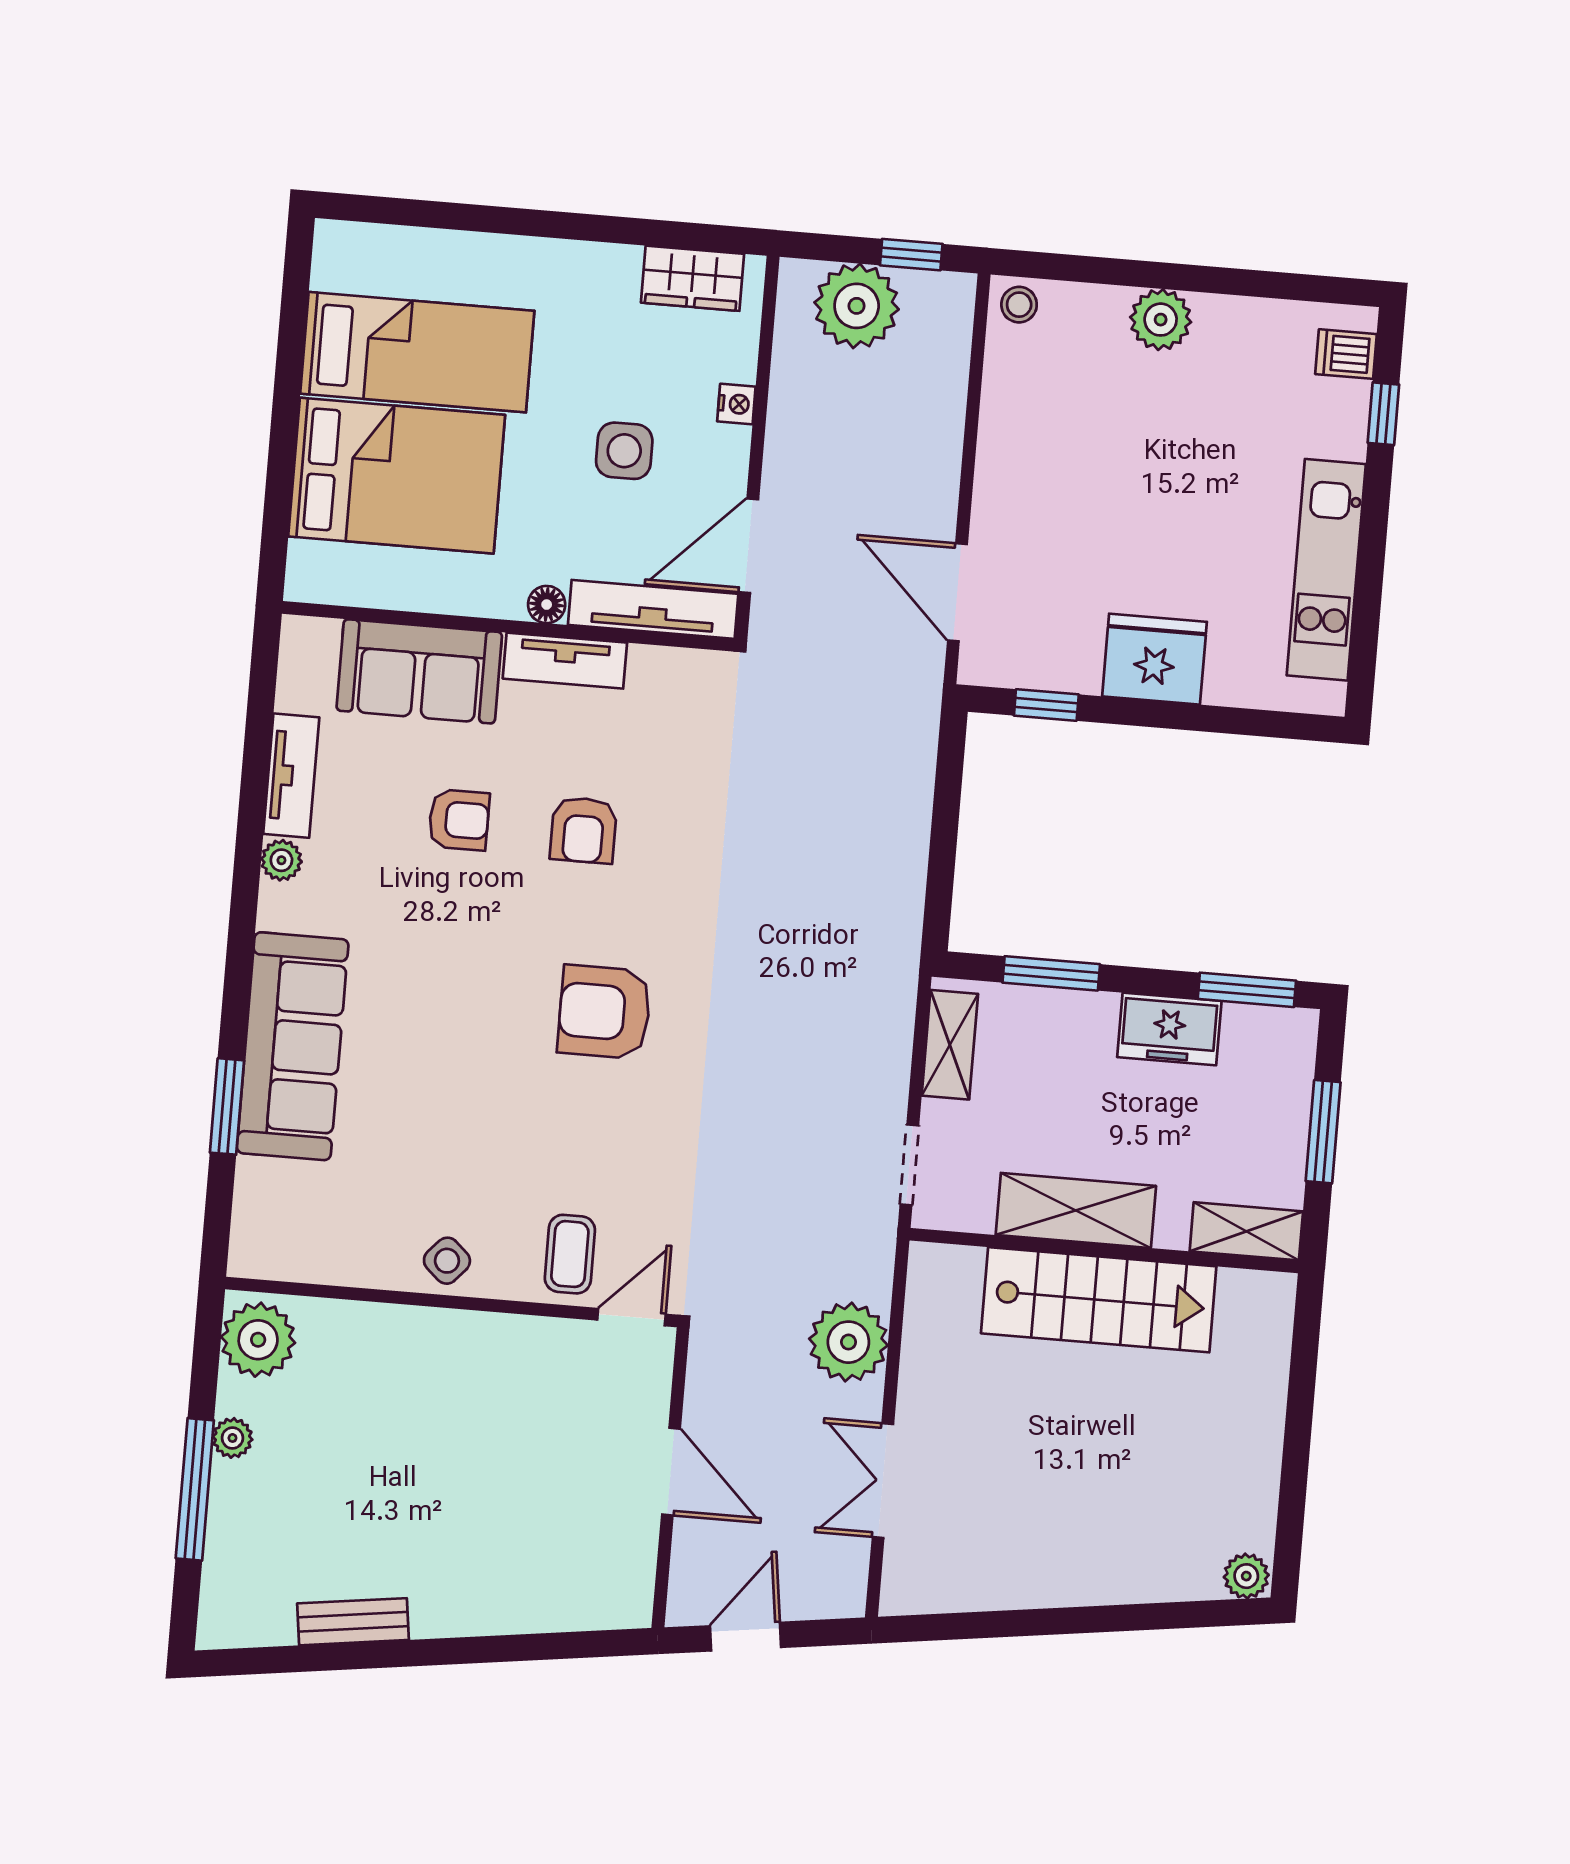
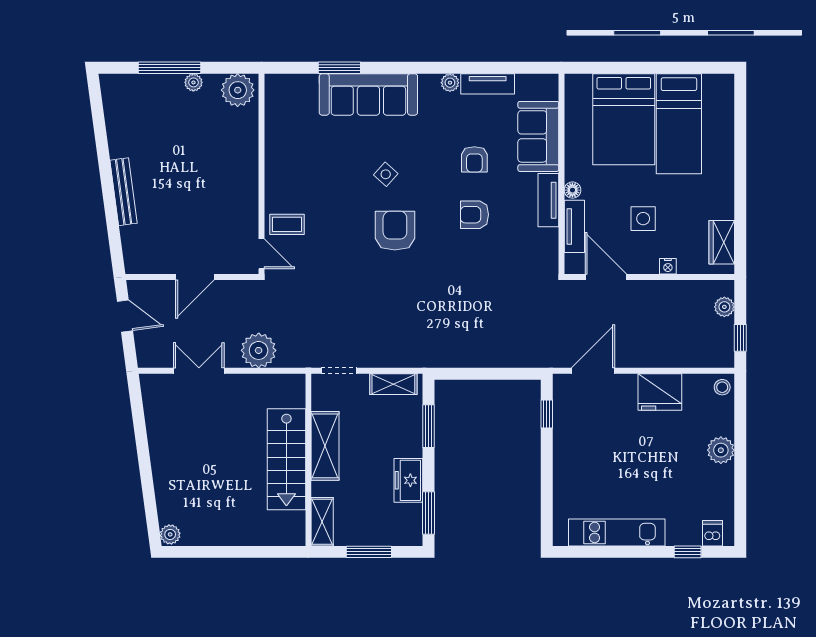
plant: (857, 306) -> (724, 307), width x0.53, depth x0.53
tv unit: (653, 609) -> (574, 226), width x0.71
fridge: (1155, 659) -> (660, 392), moved, turned 90
side table: (447, 1261) -> (386, 174), moved
bench: (353, 1622) -> (124, 192), moved, width x1.36

